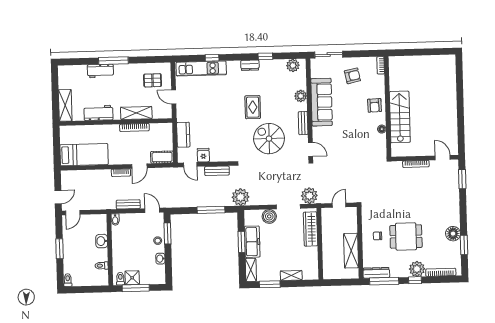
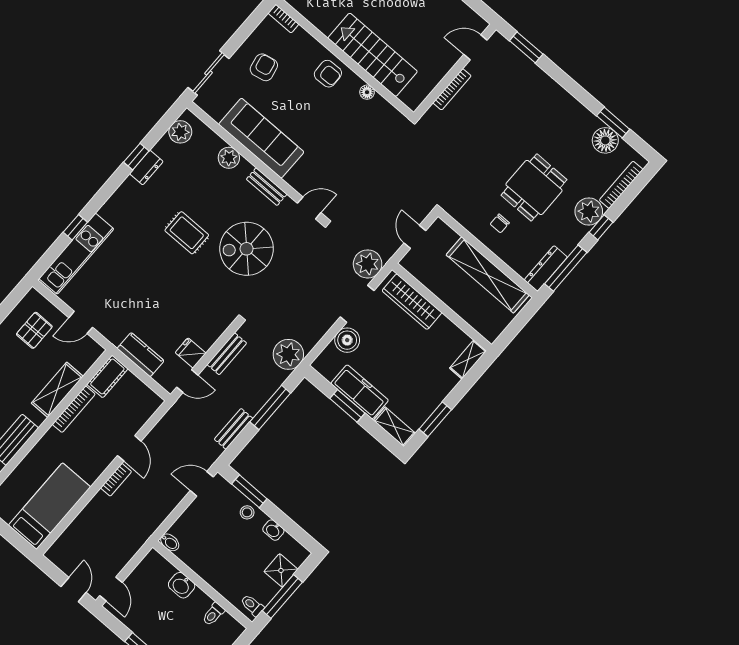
dresser: (250, 65) -> (146, 168), moved
cot: (162, 157) -> (107, 376), moved
bench: (128, 204) -> (234, 429), moved
floor lamp: (453, 234) -> (605, 140), moved
shelving: (351, 251) -> (488, 275), width x1.47
shelving: (291, 275) -> (468, 359), moved
shower: (132, 278) -> (281, 570), moved

